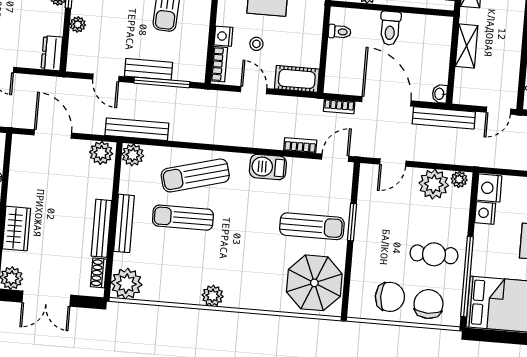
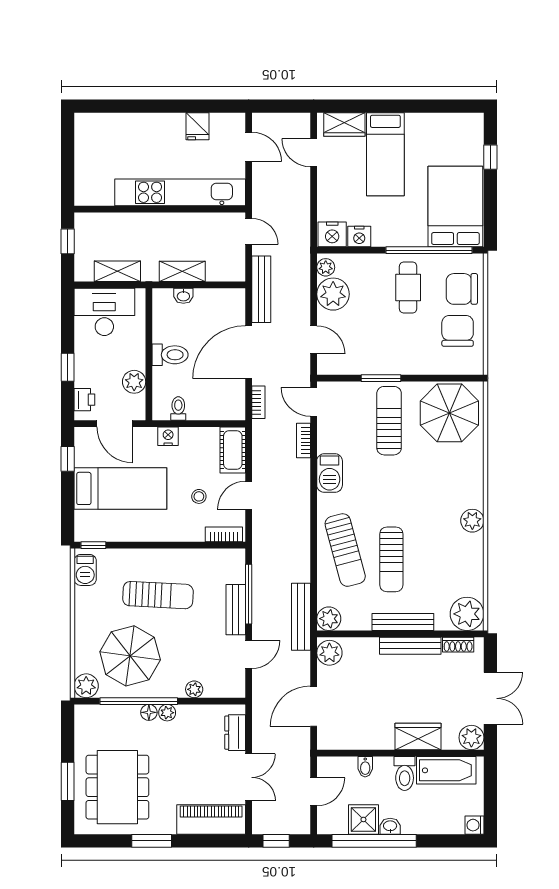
nightstand: (223, 36) -> (168, 436), moved, turned 180
dresser: (52, 53) -> (235, 733), moved, turned 90
washbasin: (440, 94) -> (183, 296), moved

